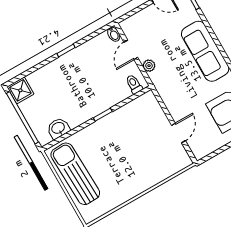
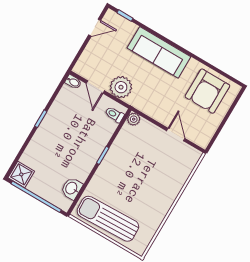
plant: (149, 66) -> (121, 87), width x1.88, depth x1.88
plant: (149, 98) -> (134, 119), added

